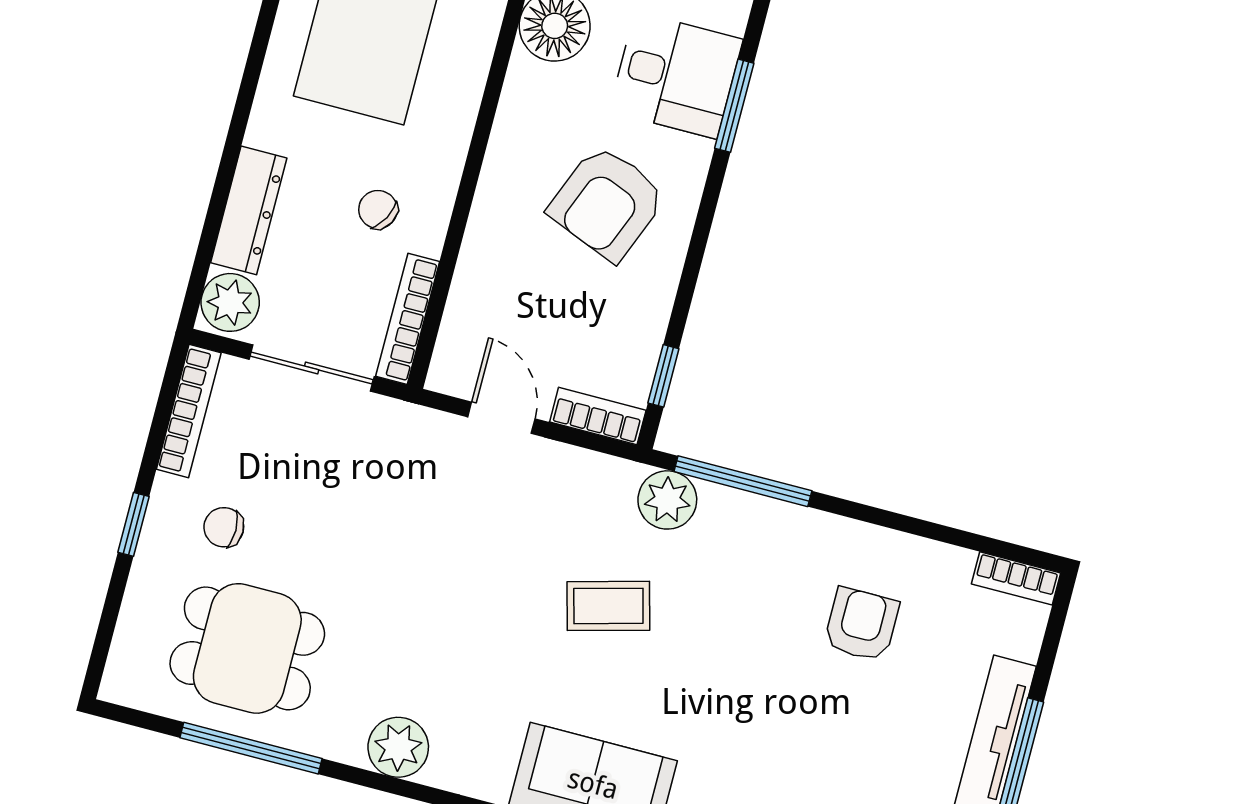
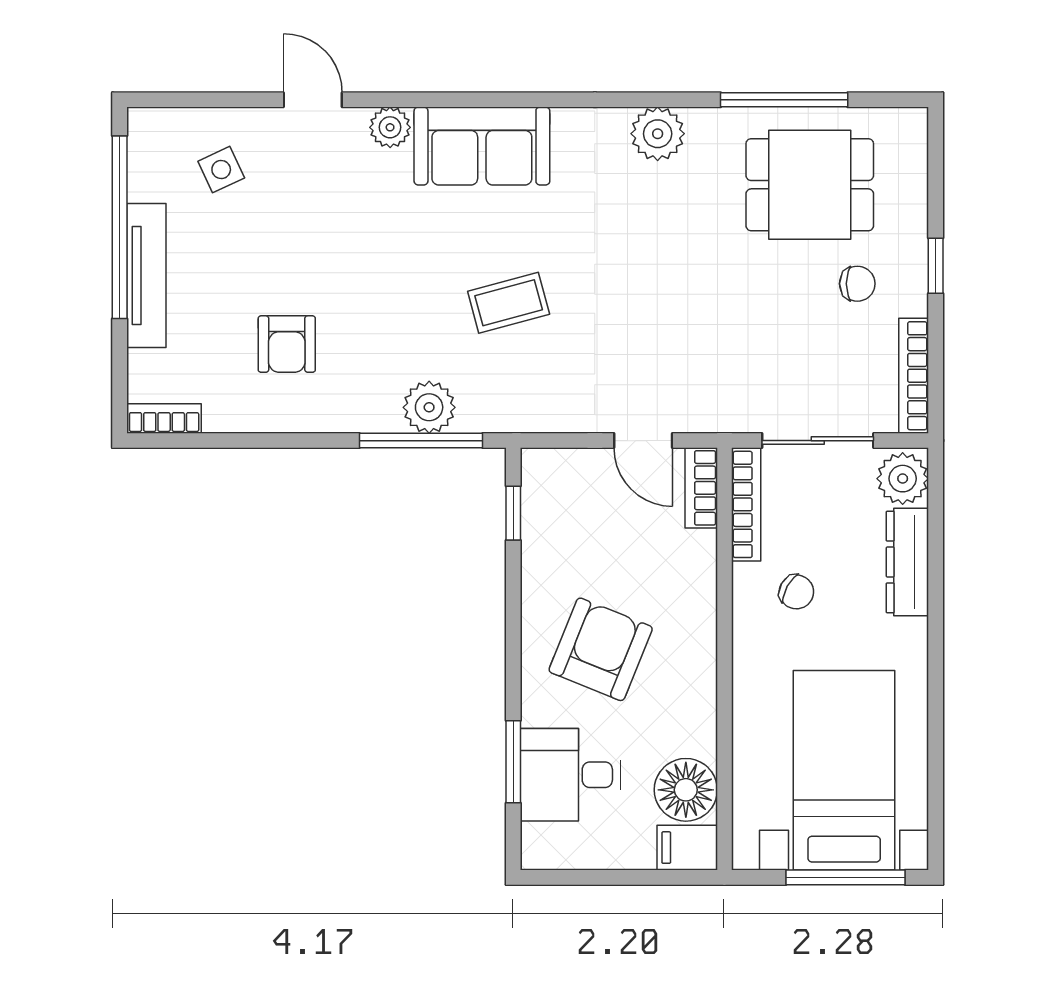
bookcase: (598, 416) -> (701, 488), moved, turned 90
plant: (667, 500) -> (429, 407), moved

